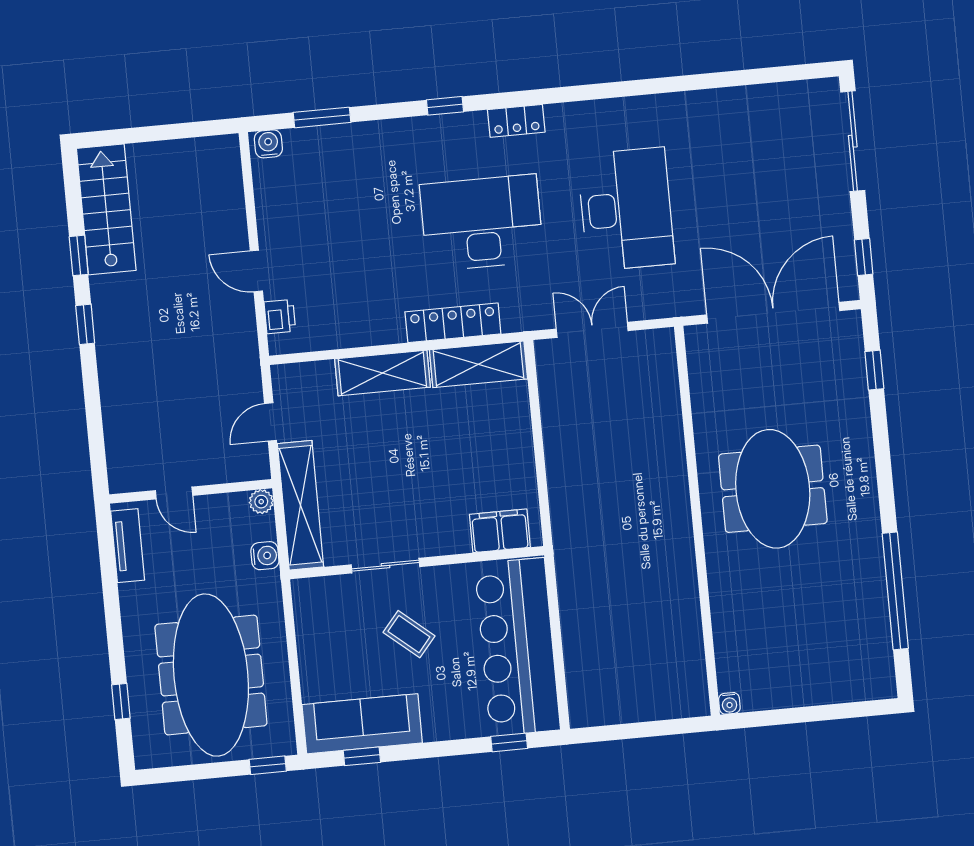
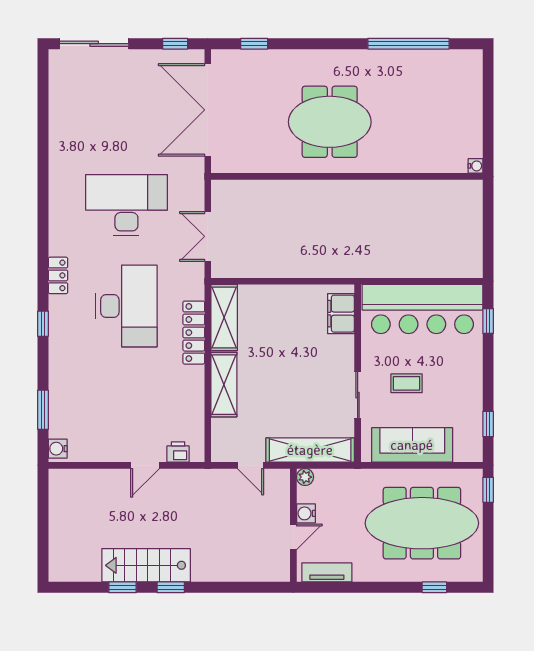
stairs: (106, 209) -> (146, 565), moved
desk: (482, 223) -> (126, 306), turned 180
water cooler: (265, 556) -> (306, 513), moved, turned -90
coffee table: (409, 634) -> (407, 383), turned 50
sofa: (362, 724) -> (412, 445), moved, turned 90

